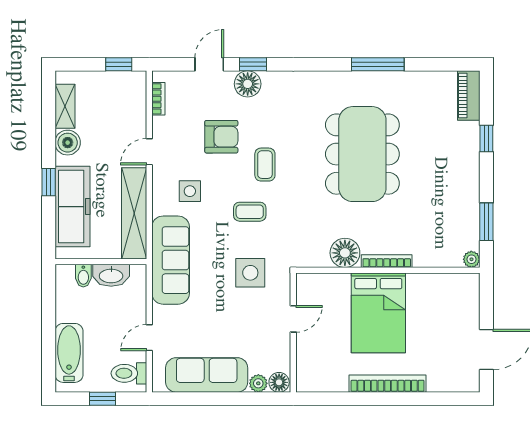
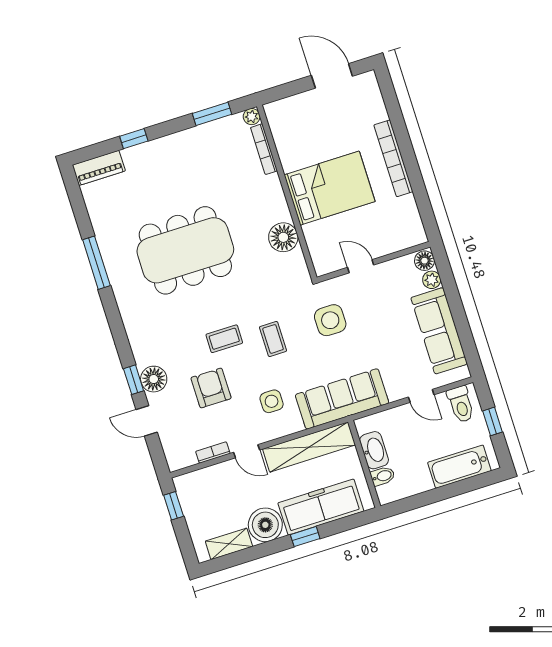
bookcase: (158, 99) -> (213, 452), moved
boiler: (68, 143) -> (265, 525), width x1.37, depth x1.37
bookcase: (387, 261) -> (264, 149), moved

